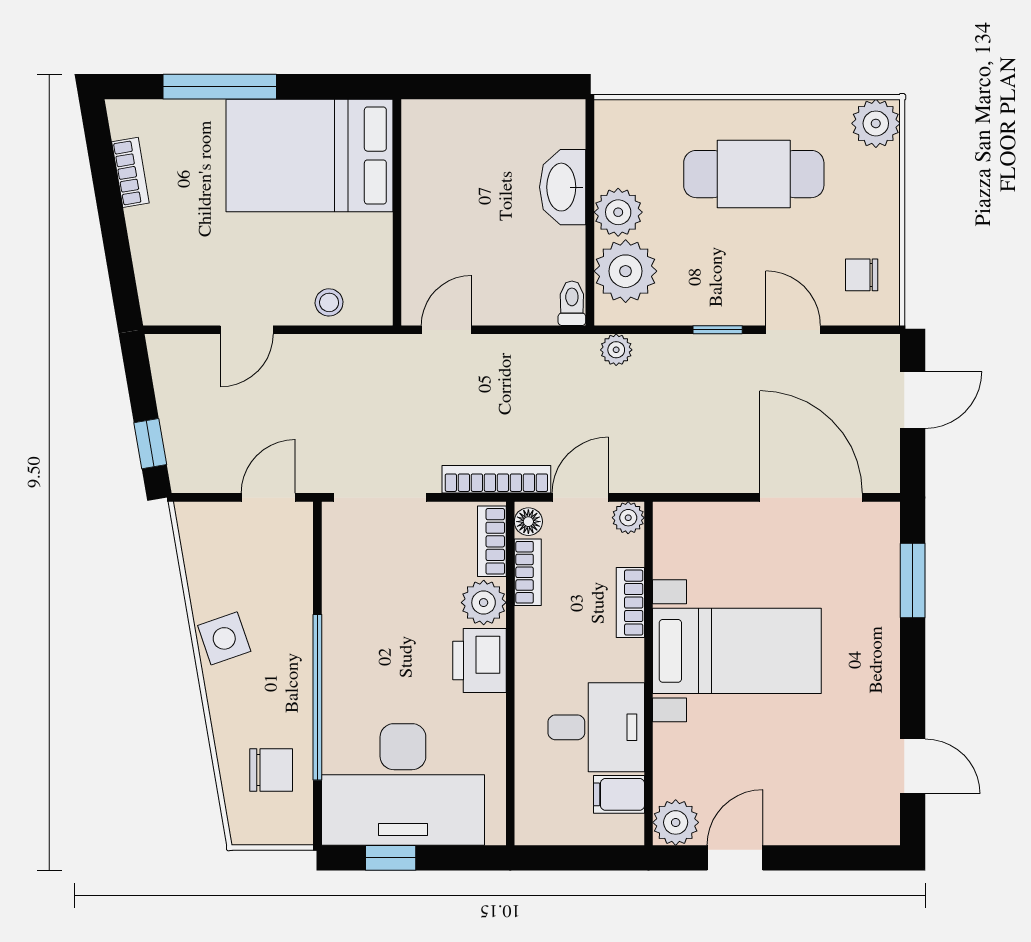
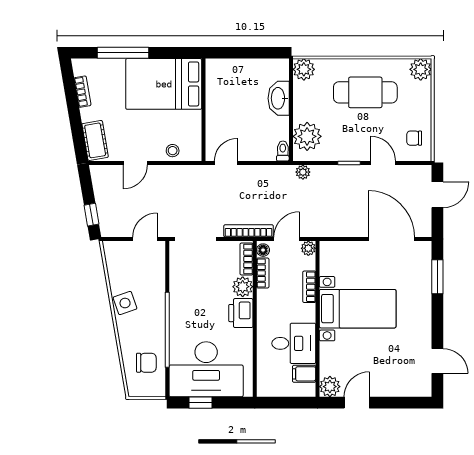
plant: (618, 212) -> (304, 69), moved
cot: (158, 280) -> (95, 140), added

